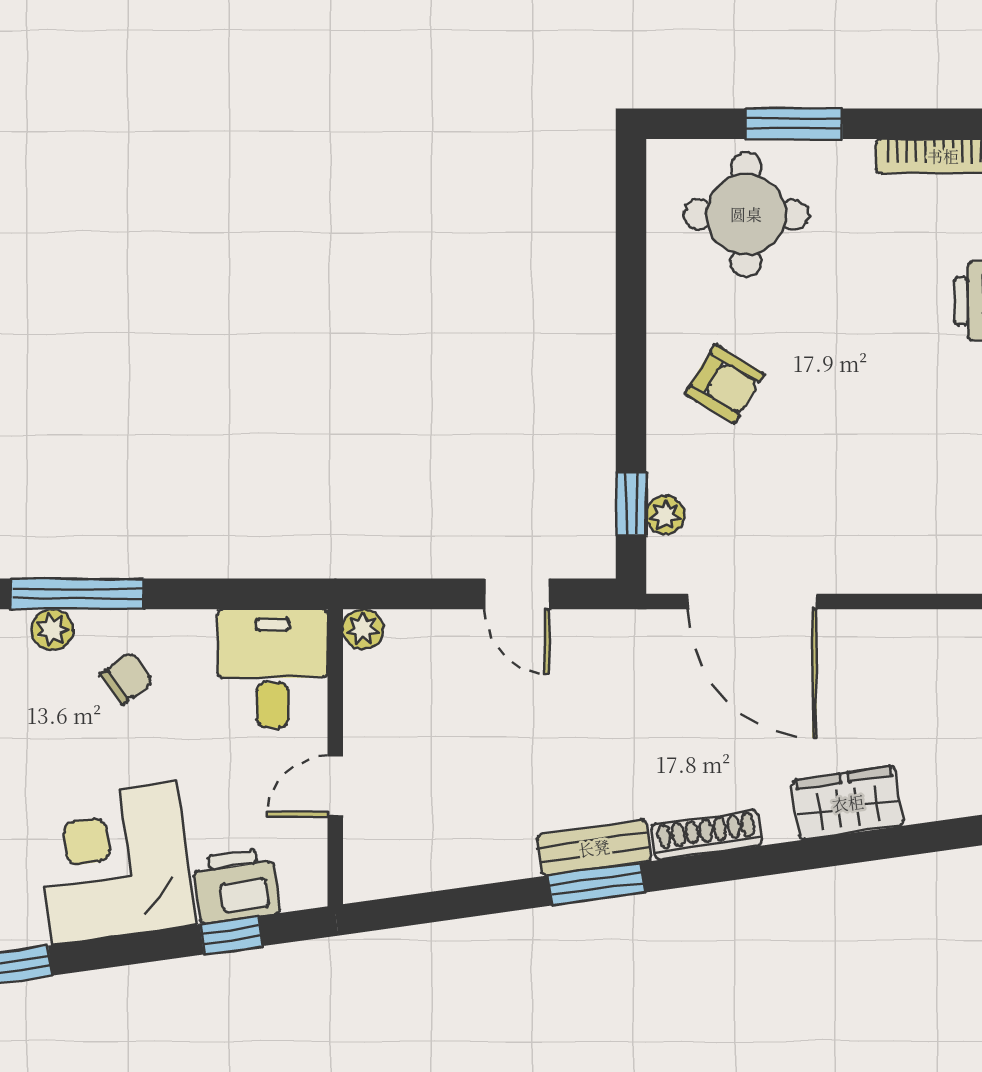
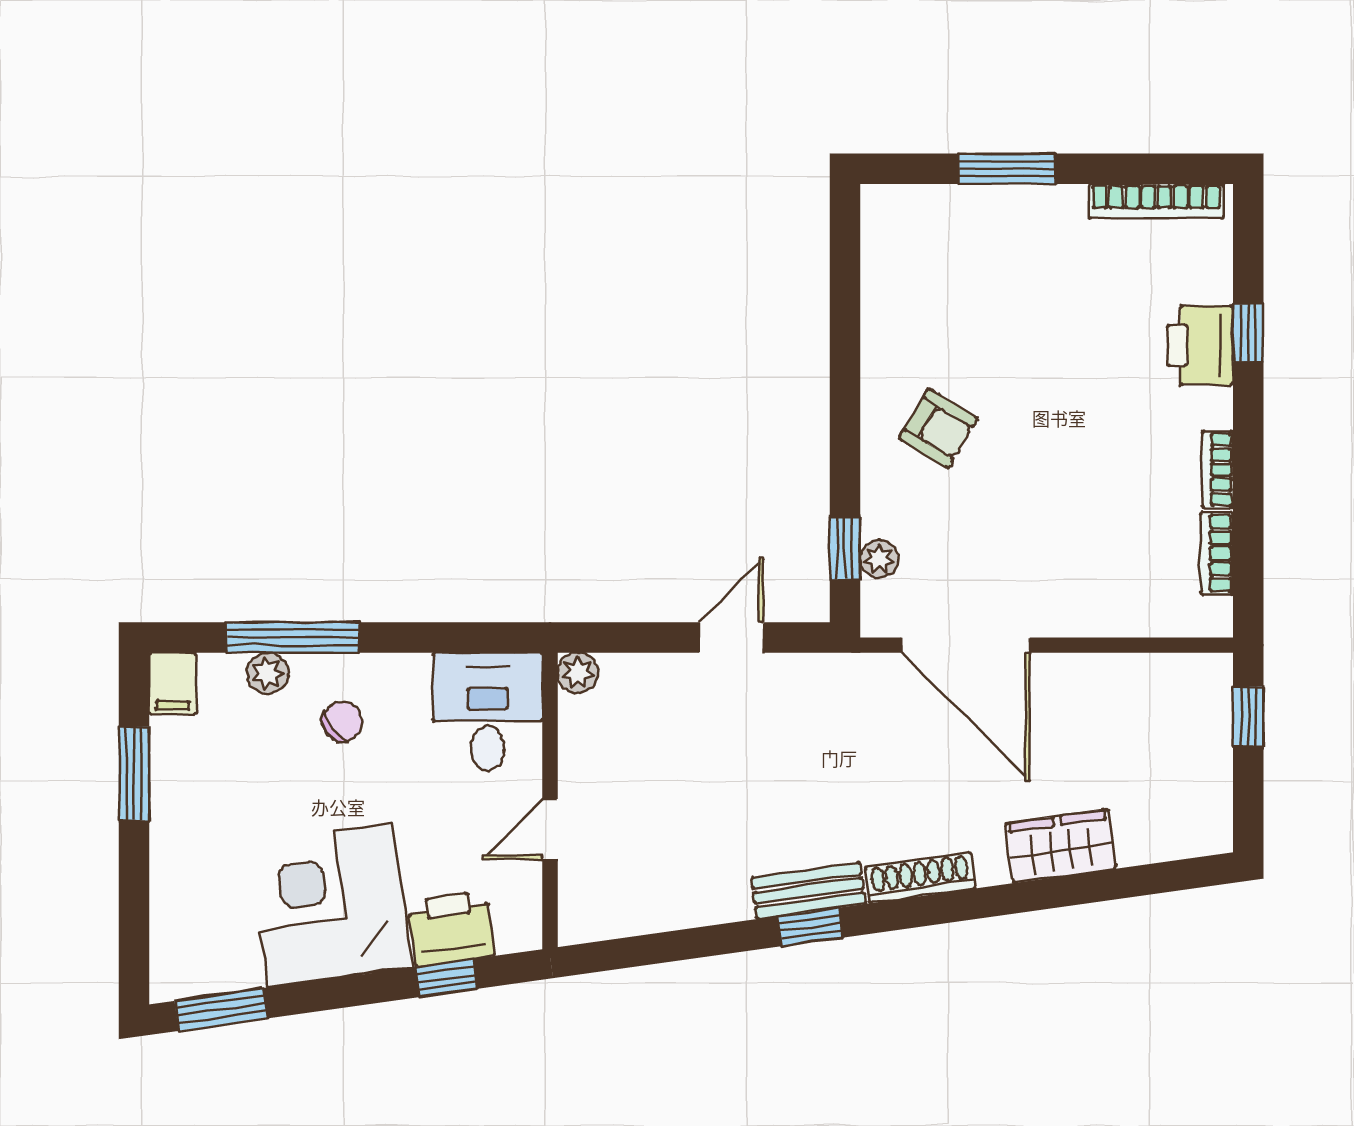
round table: (746, 214) -> (960, 259), removed
door: (517, 594) -> (731, 638), swing flipped
window: (596, 884) -> (810, 927), width x0.67

